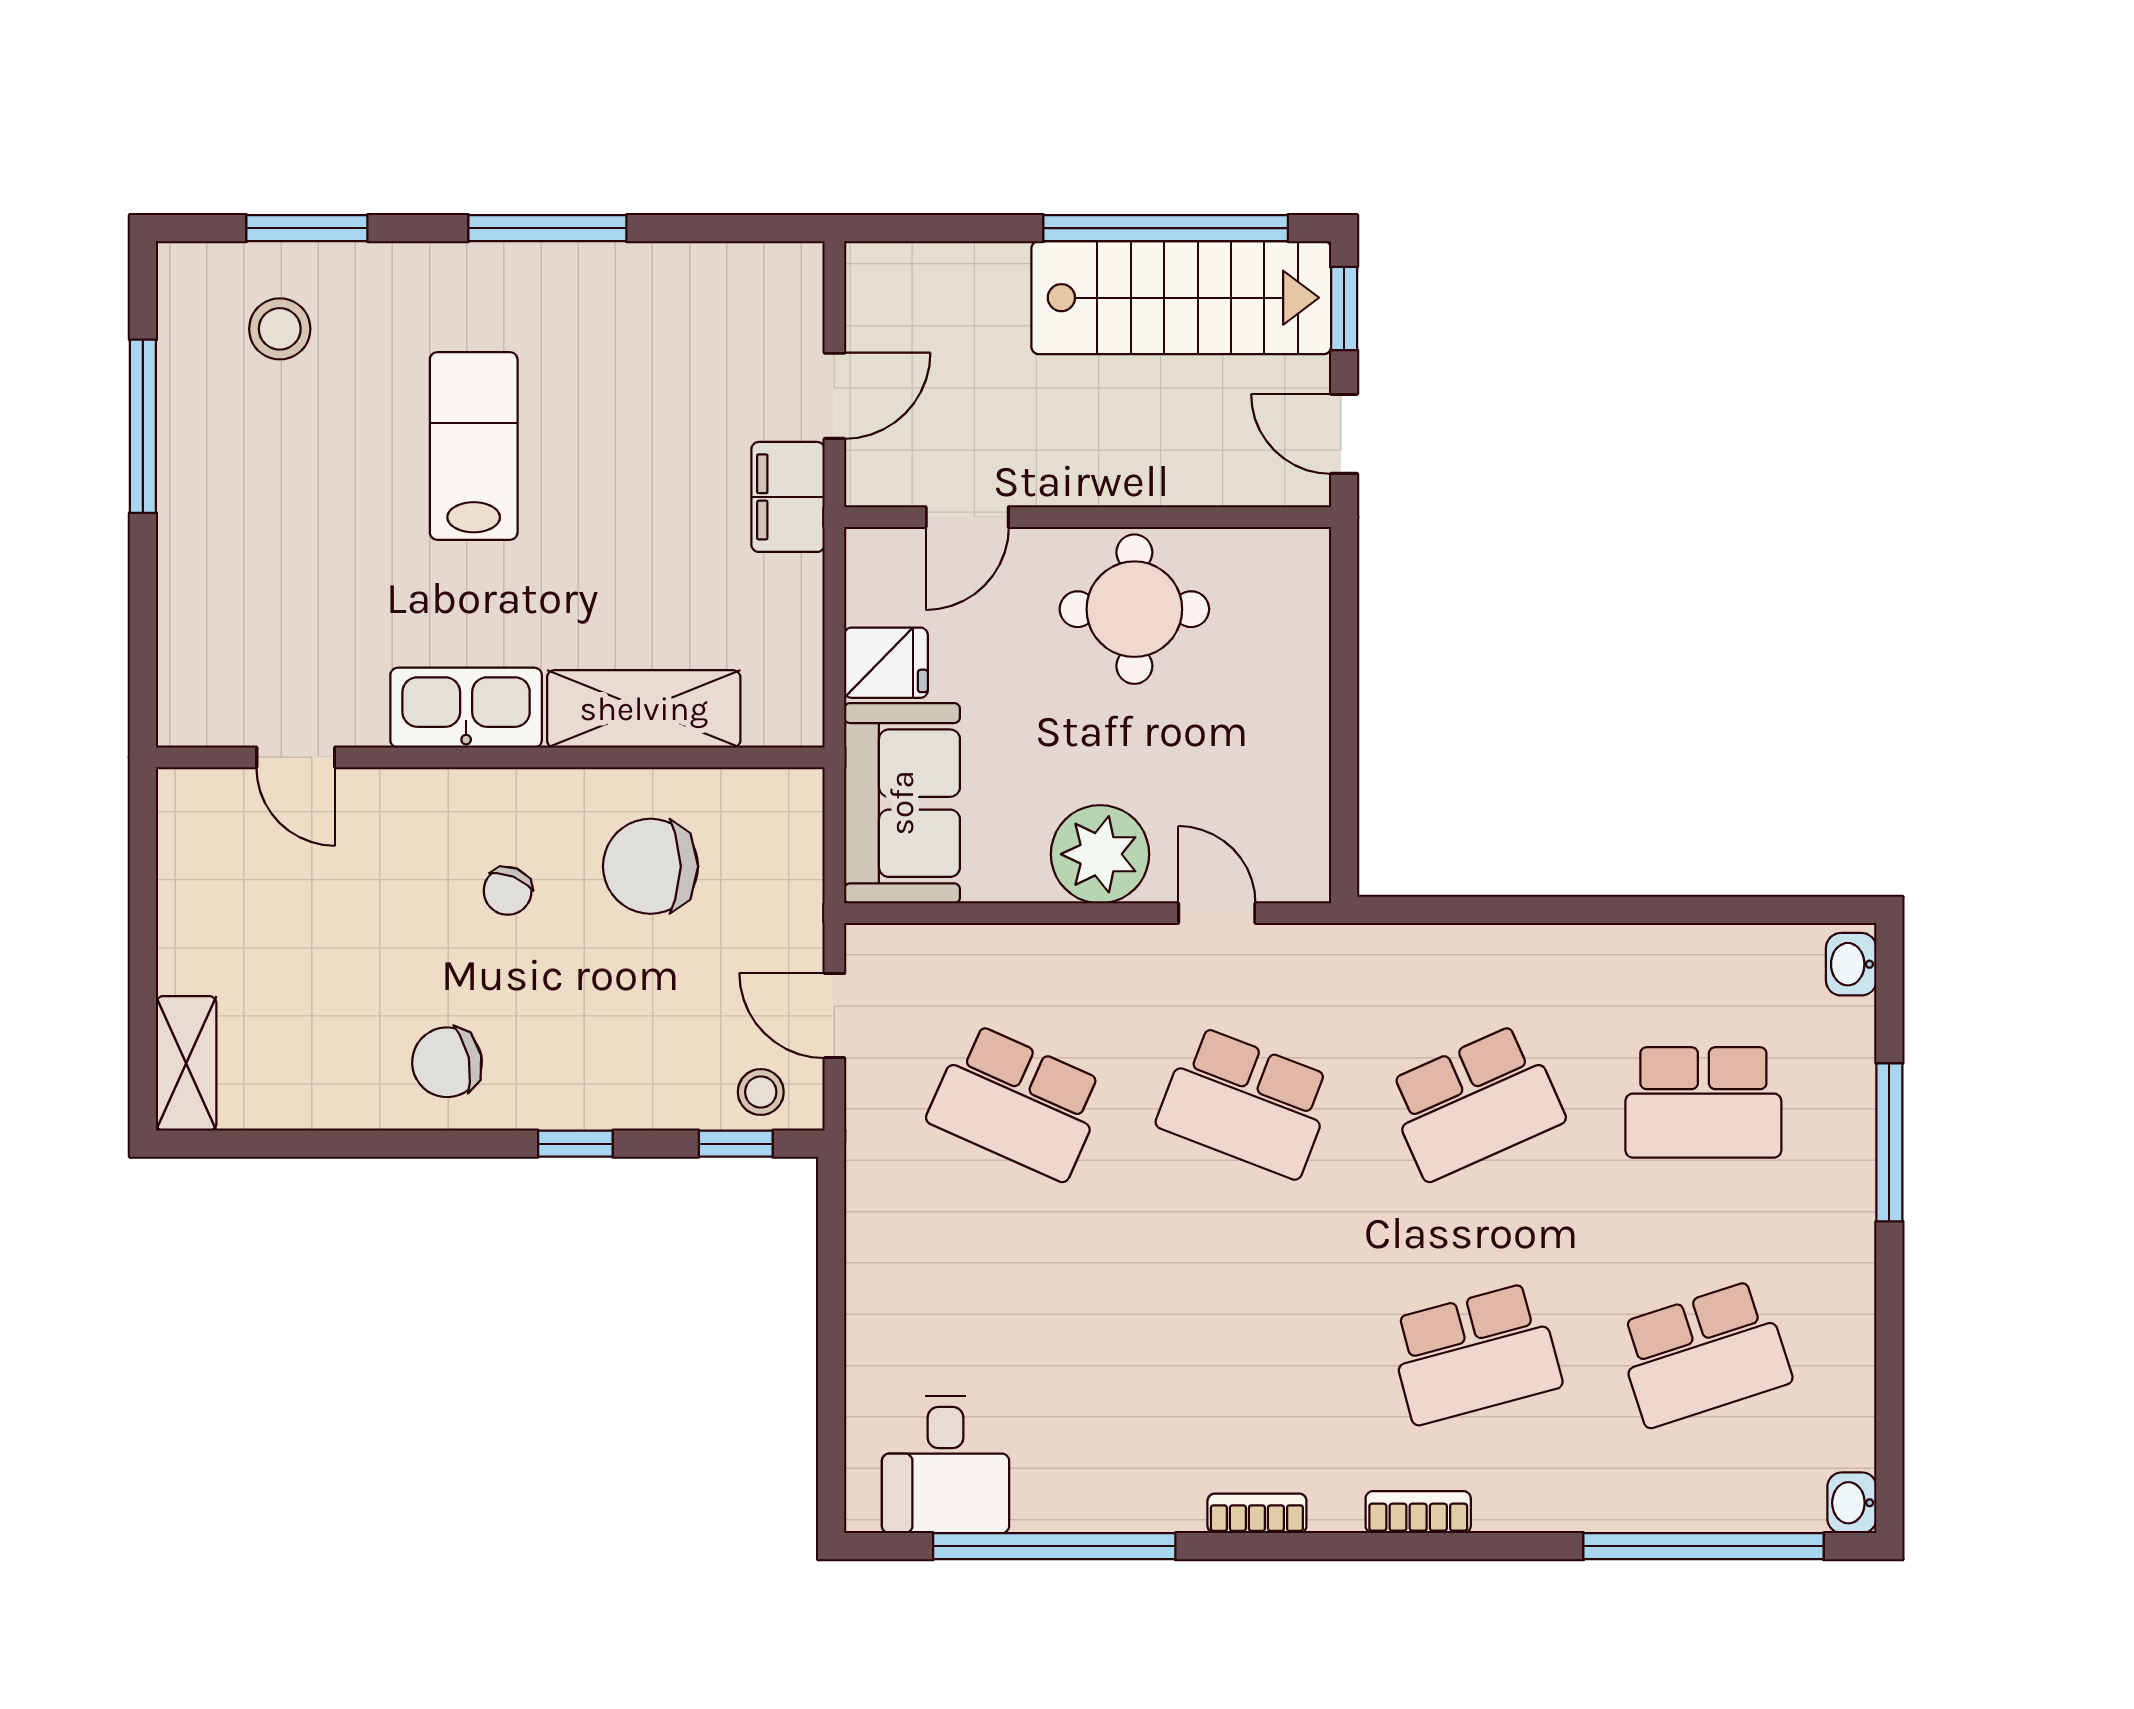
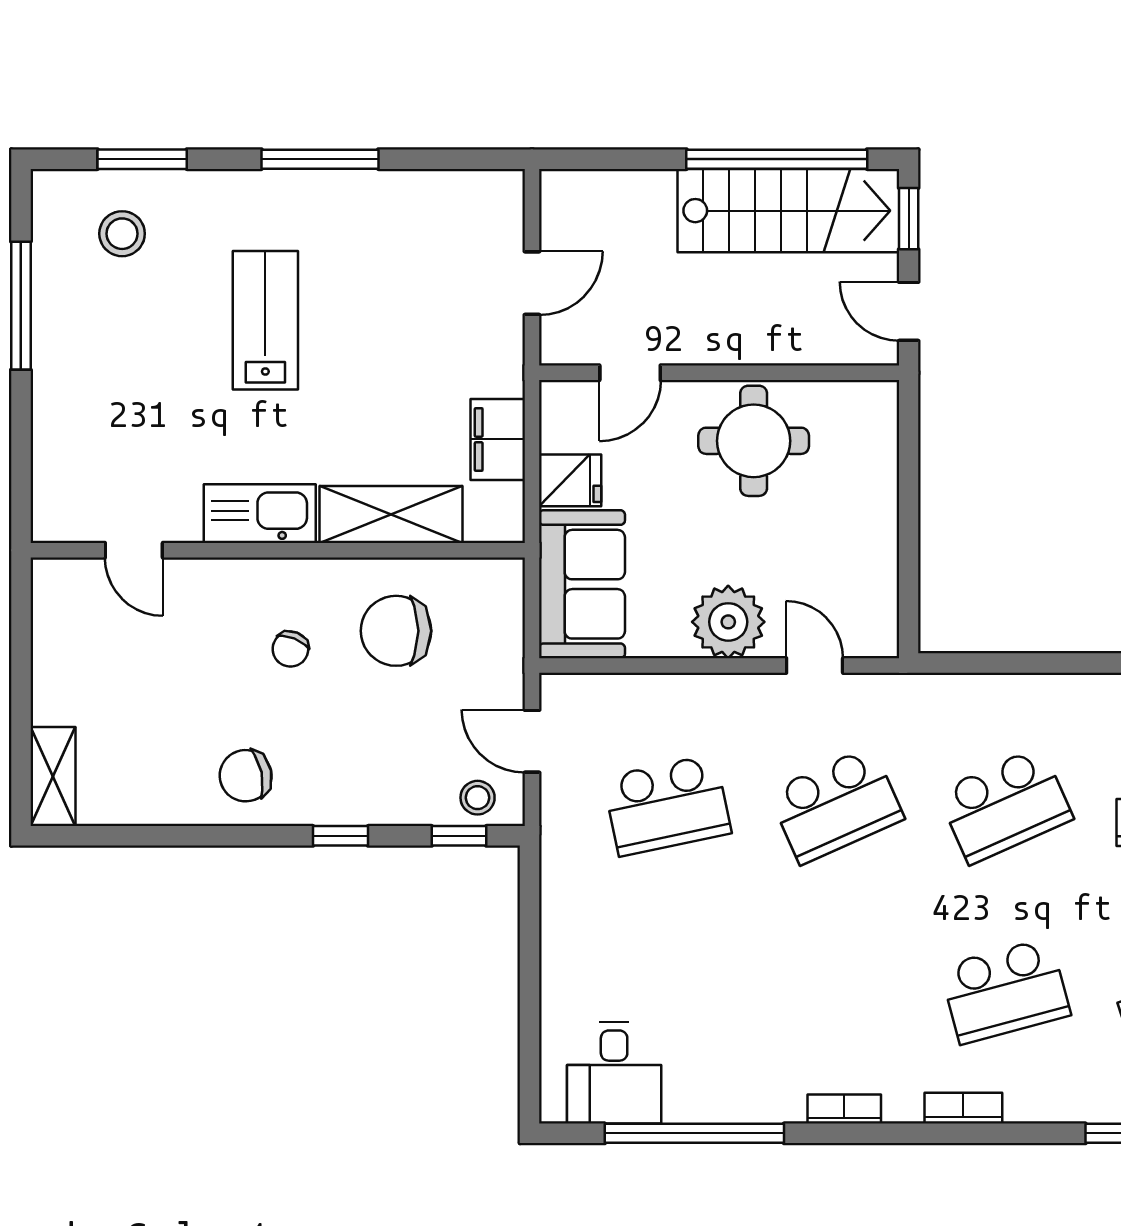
filing cabinet: (788, 497) -> (498, 439), moved
school desk: (1017, 1102) -> (667, 805), turned -36
school desk: (1246, 1102) -> (836, 805), turned -45

